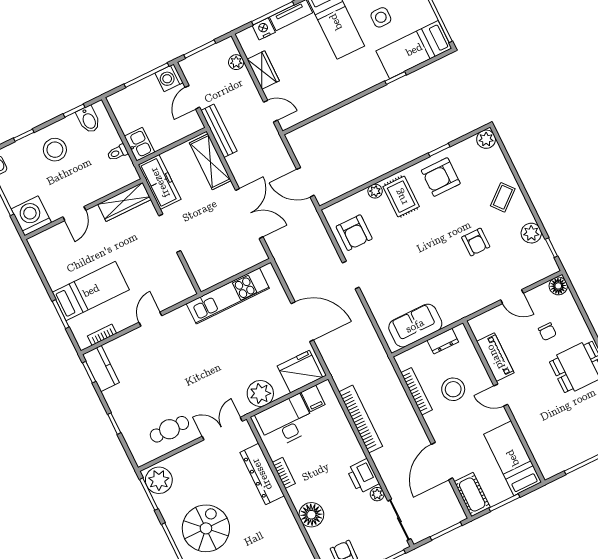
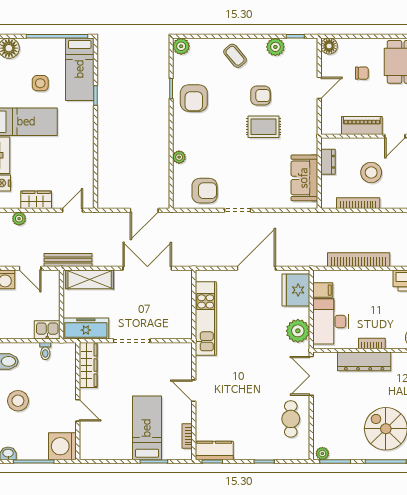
rug: (401, 197) -> (264, 127), moved
plant: (159, 480) -> (322, 453), width x0.53, depth x0.53

